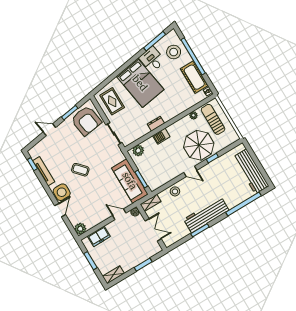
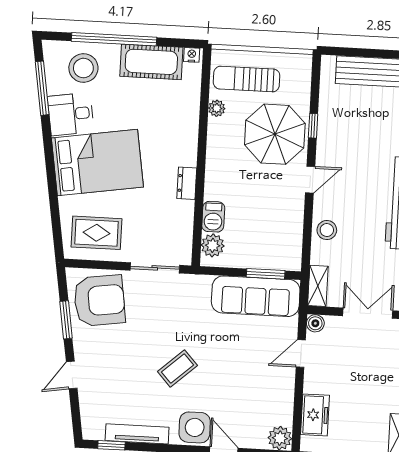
barbecue: (161, 136) -> (213, 217), moved

